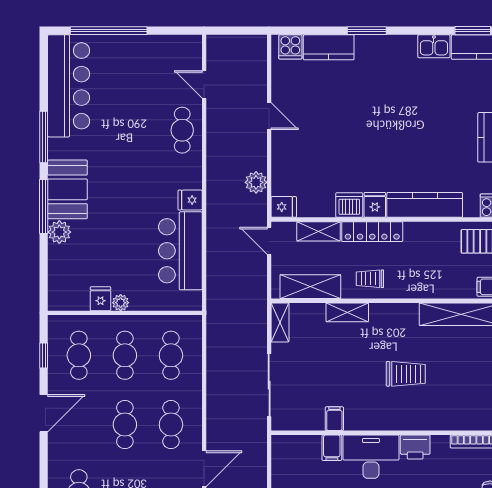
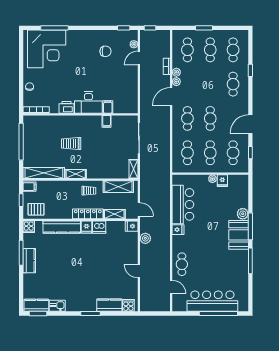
bar counter: (69, 86) -> (212, 301), moved, turned 90
shelving: (347, 312) -> (76, 174), moved

